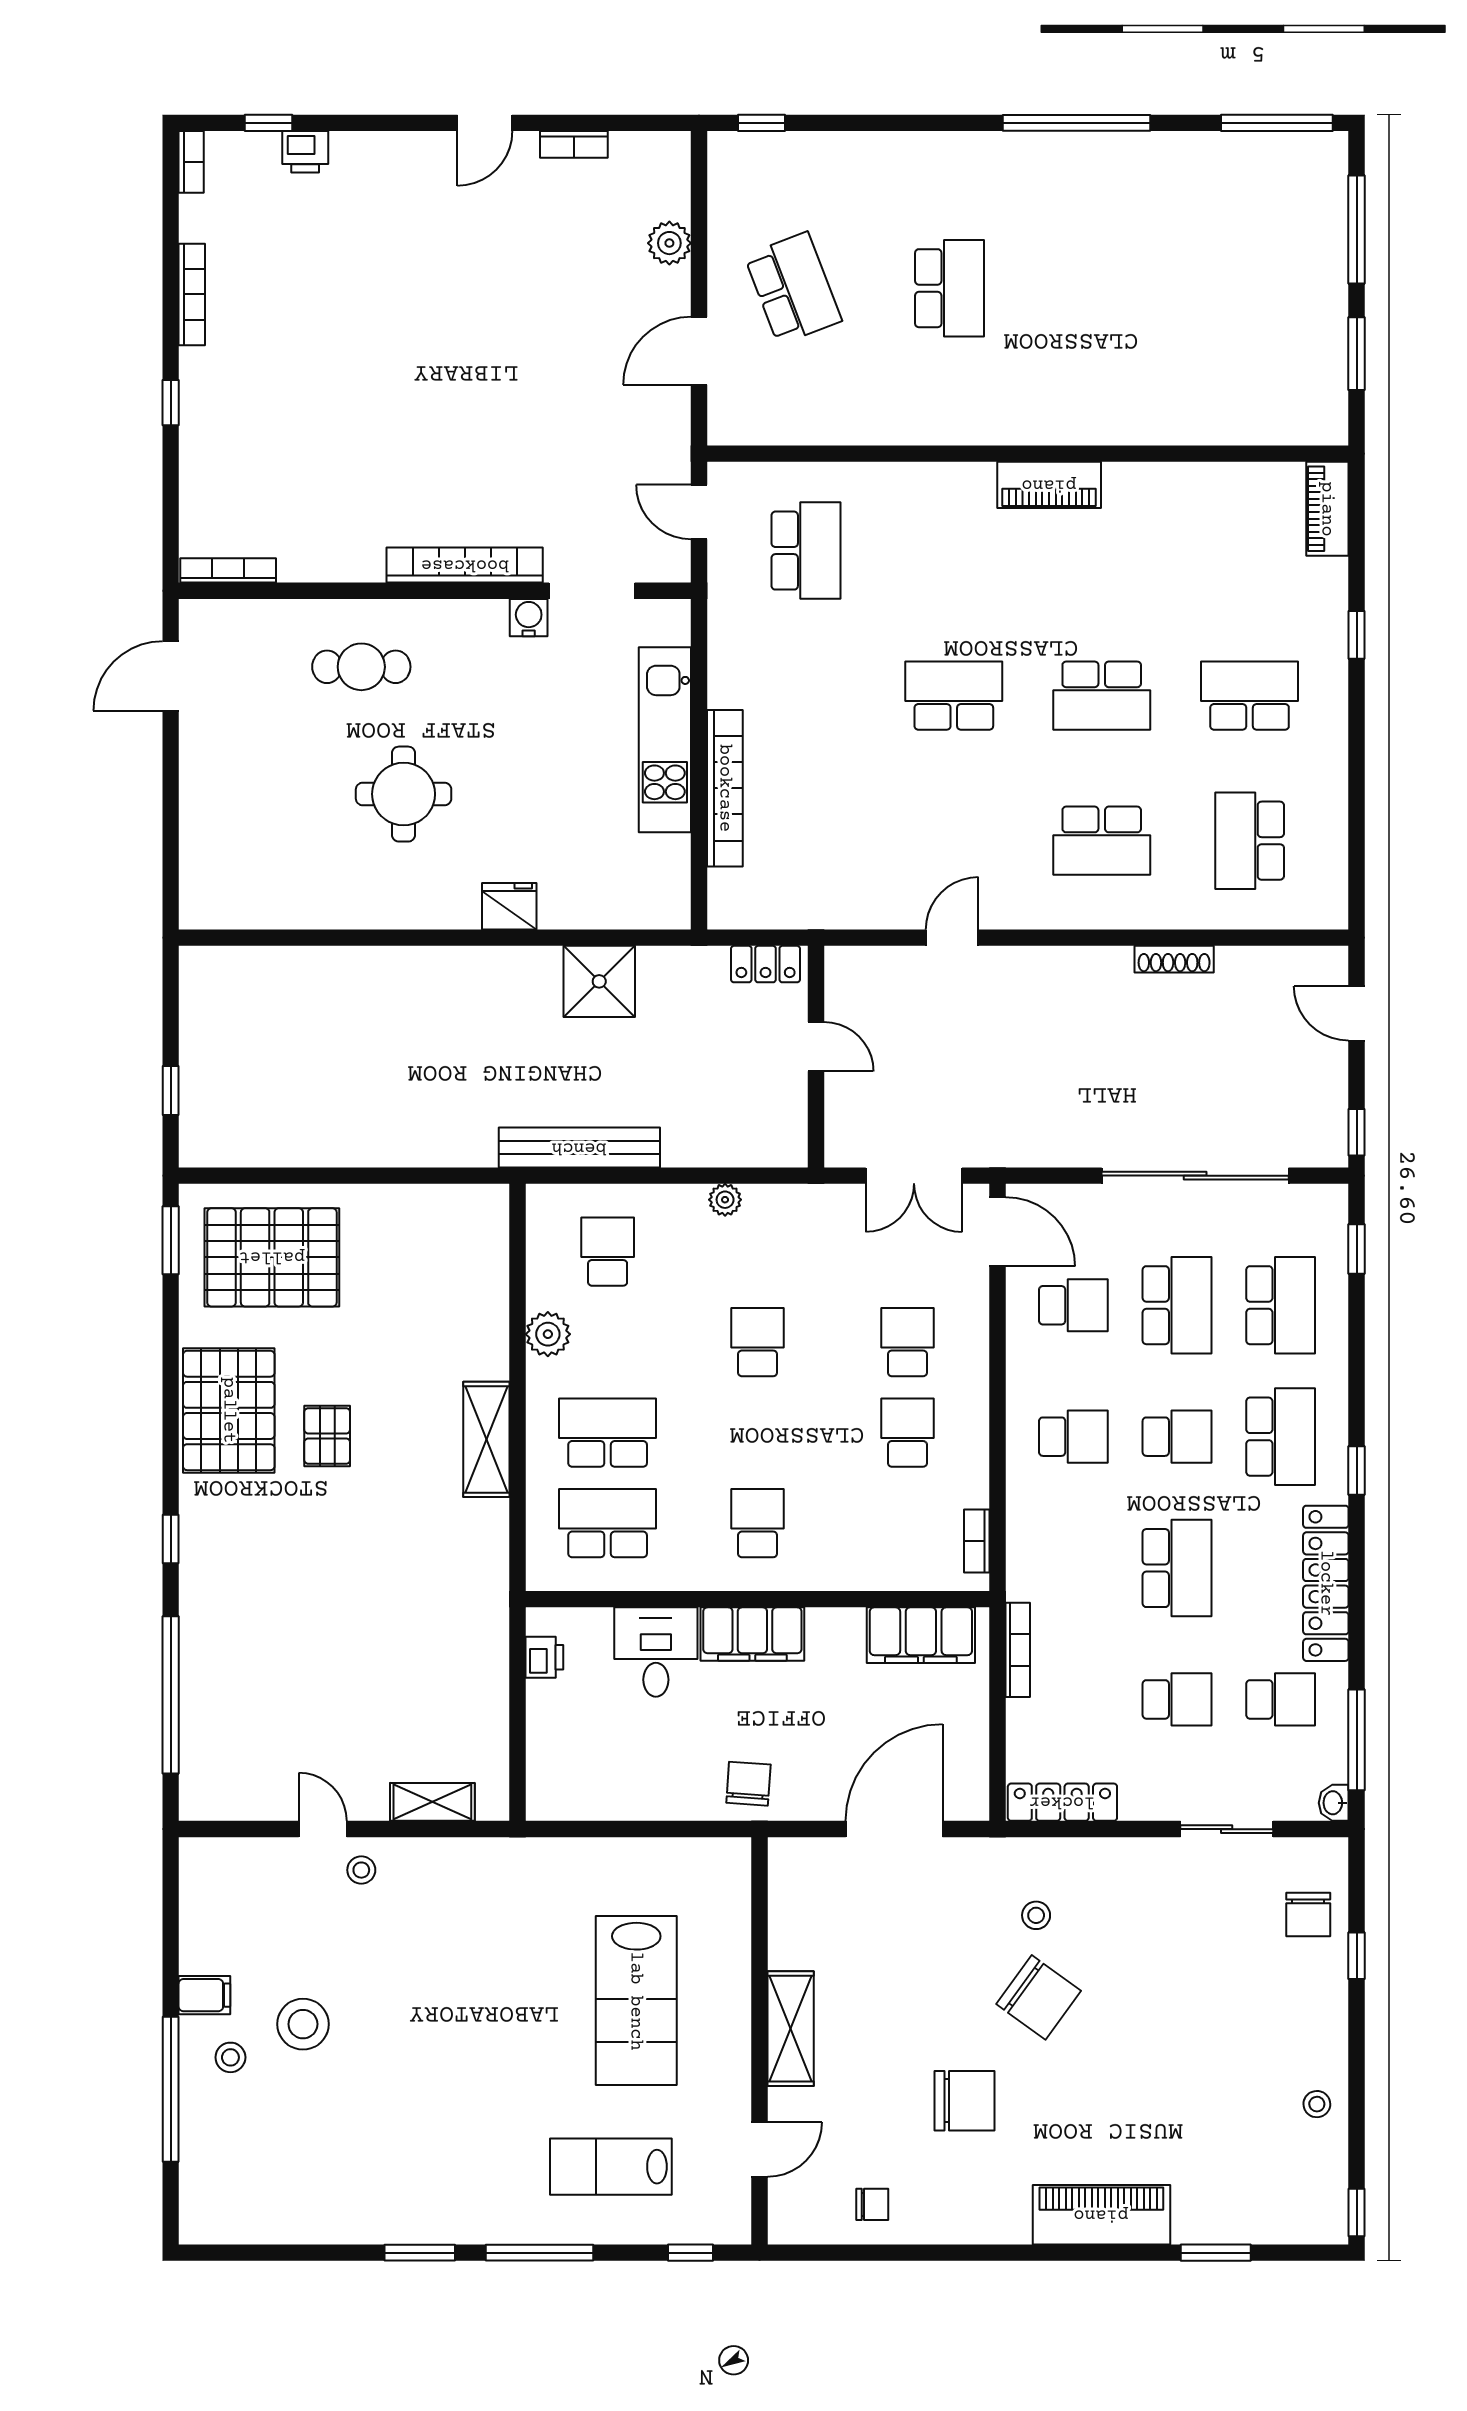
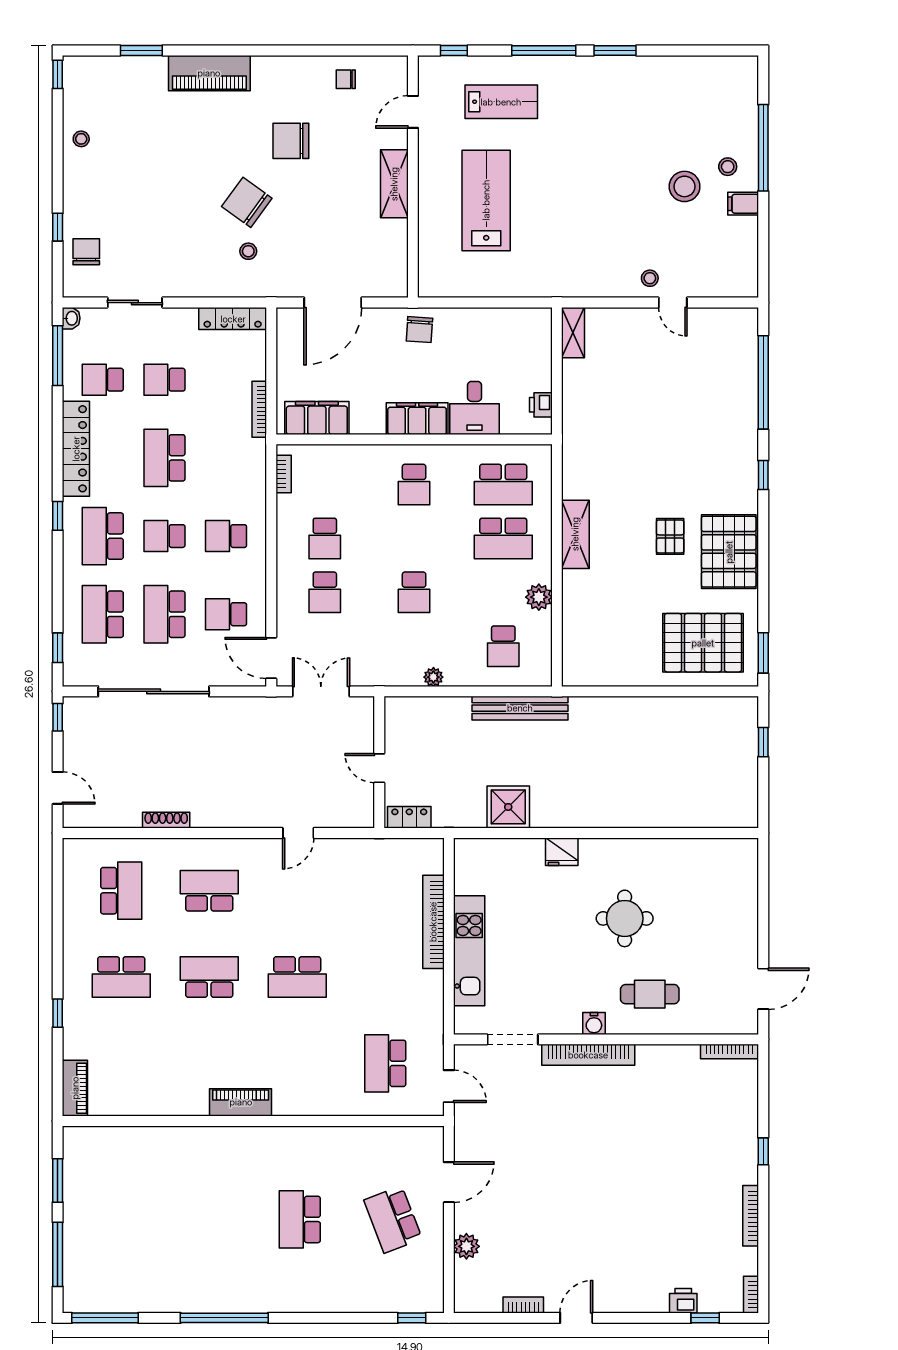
water cooler: (529, 618) -> (594, 1023), moved
shelving: (432, 1802) -> (573, 333), moved, turned 90

